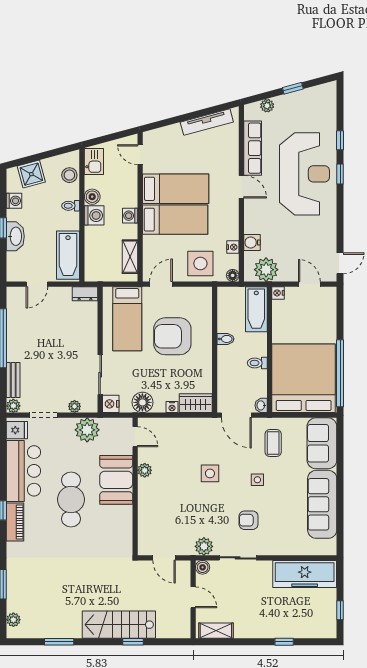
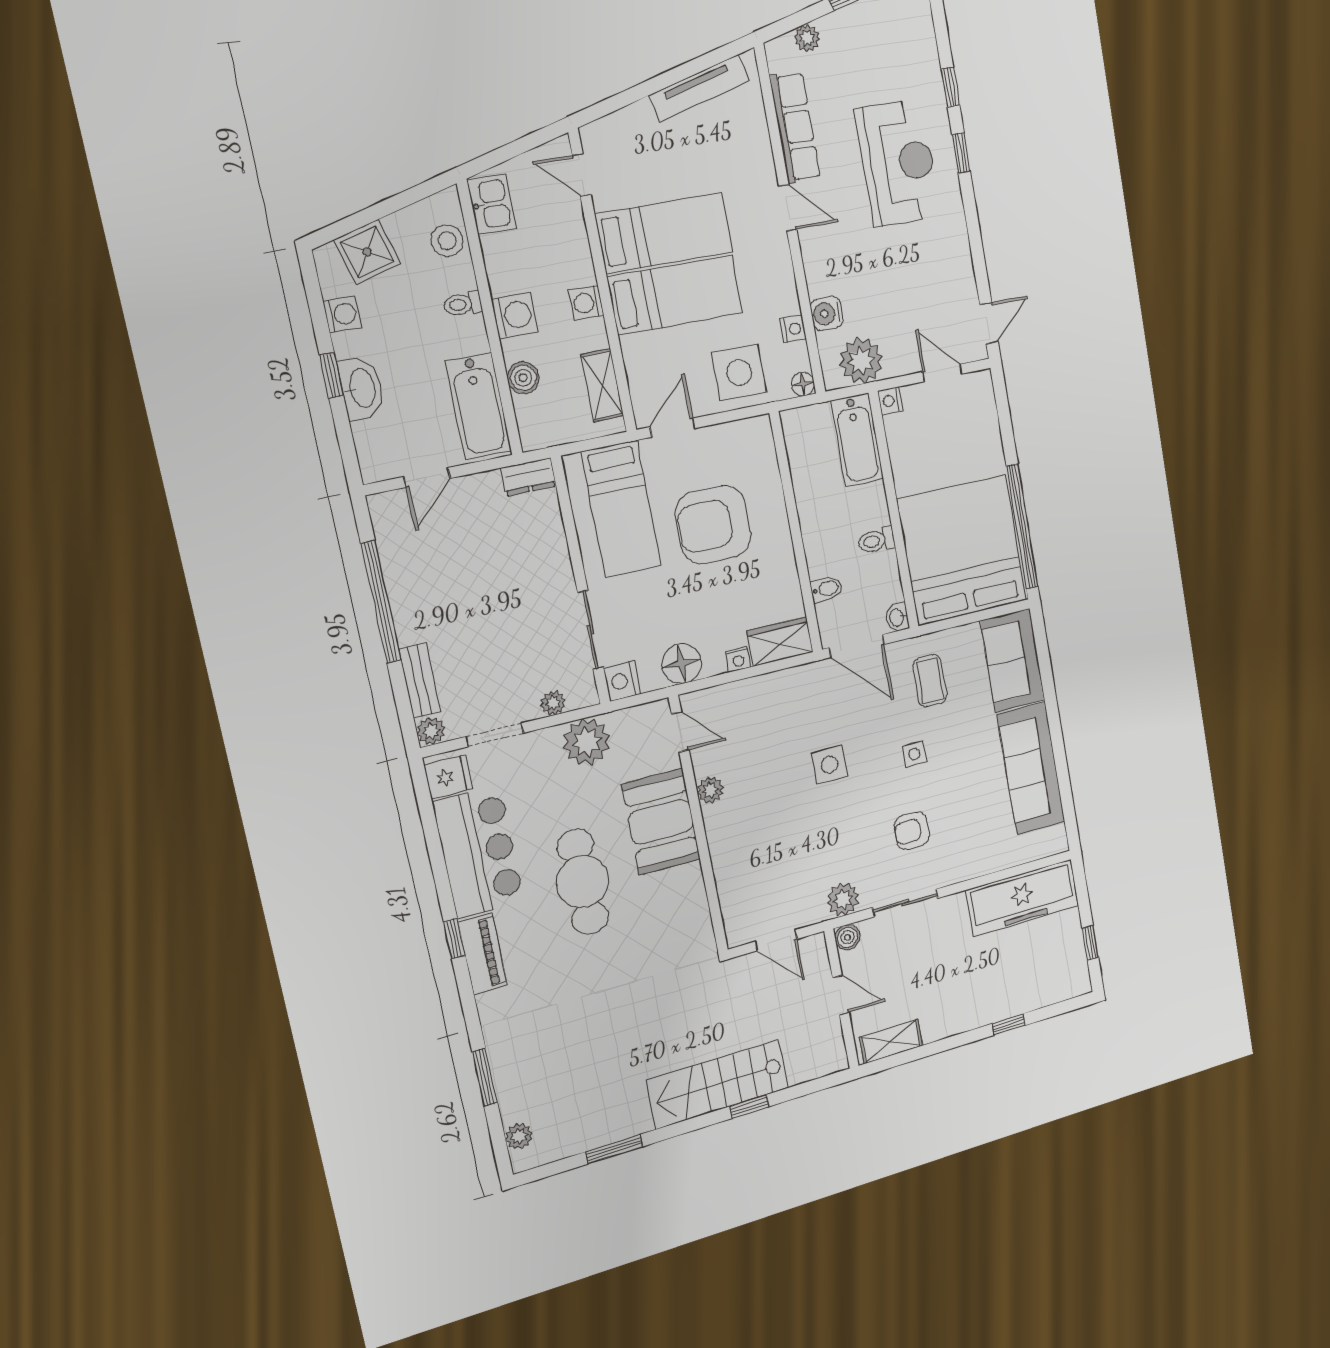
reception desk: (304, 174) -> (898, 163), width x0.74, depth x0.77
boiler: (92, 197) -> (523, 378), moved
bidet: (226, 339) -> (826, 589), moved

